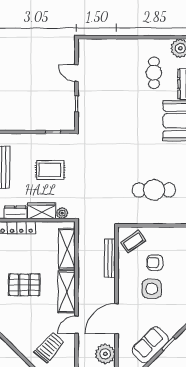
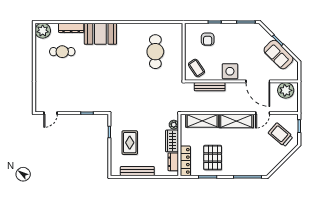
door: (77, 73) -> (51, 113), moved
rug: (50, 170) -> (130, 143), moved
armchair: (155, 263) -> (208, 39), moved
pallet: (24, 285) -> (213, 158), moved
side table: (152, 289) -> (230, 71), moved
door: (77, 325) -> (263, 113), hinge flipped

